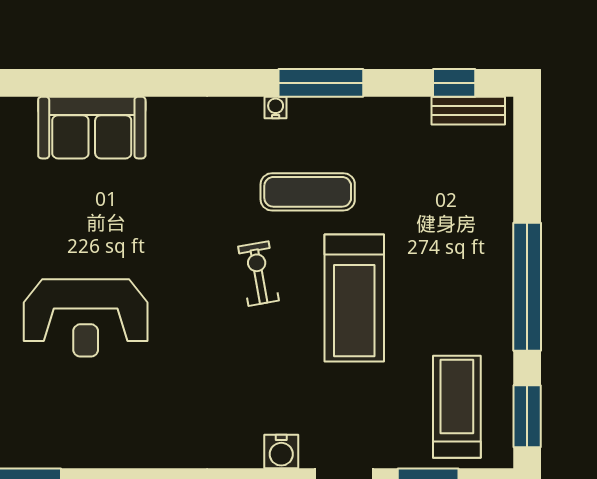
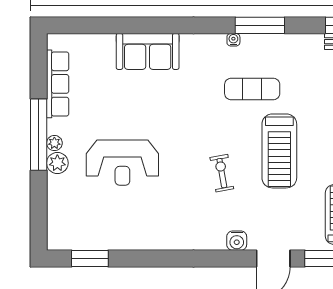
sofa: (92, 128) -> (148, 51), moved
exercise bike: (259, 274) -> (222, 173), moved

